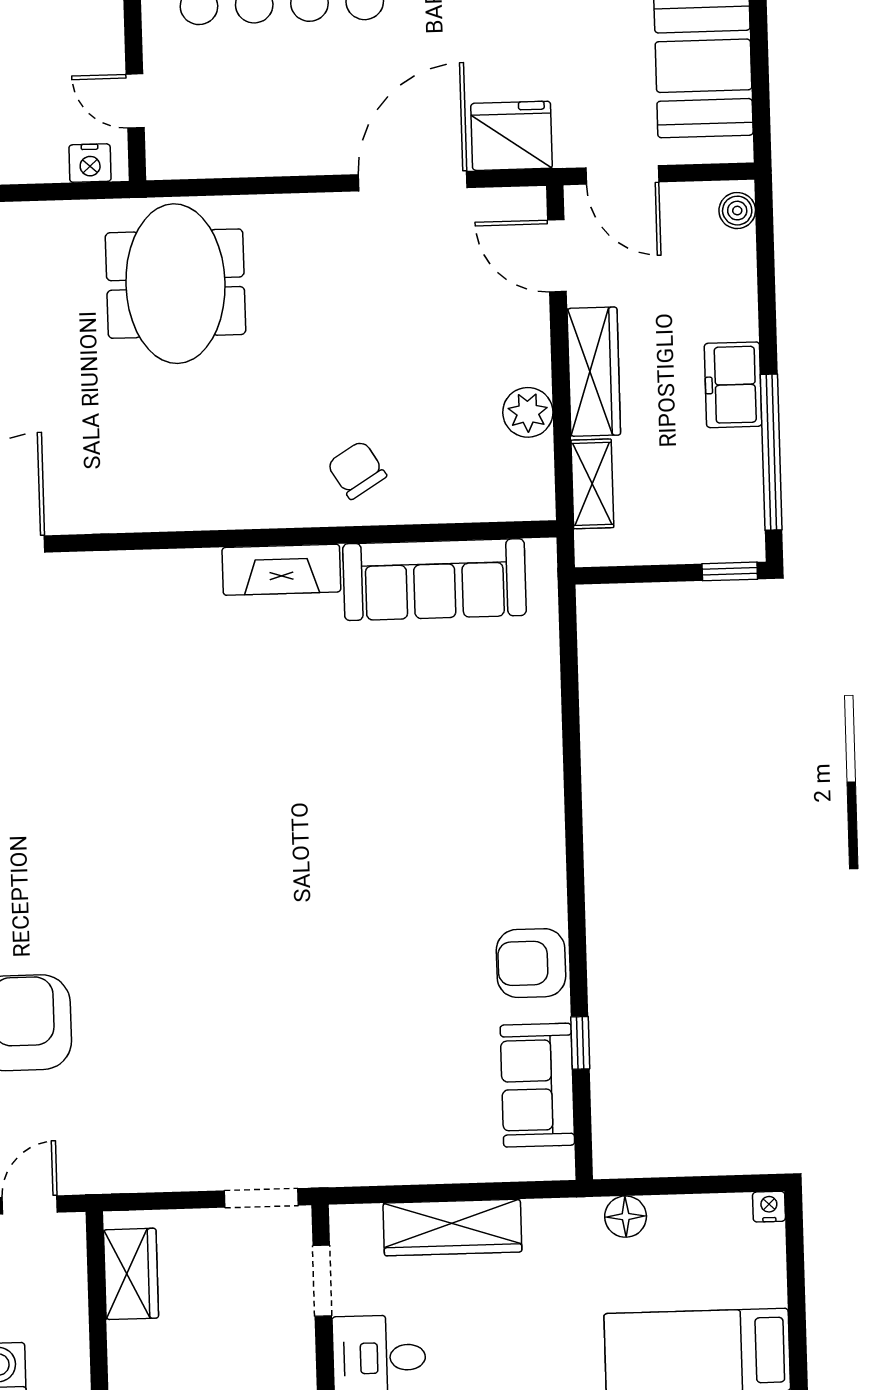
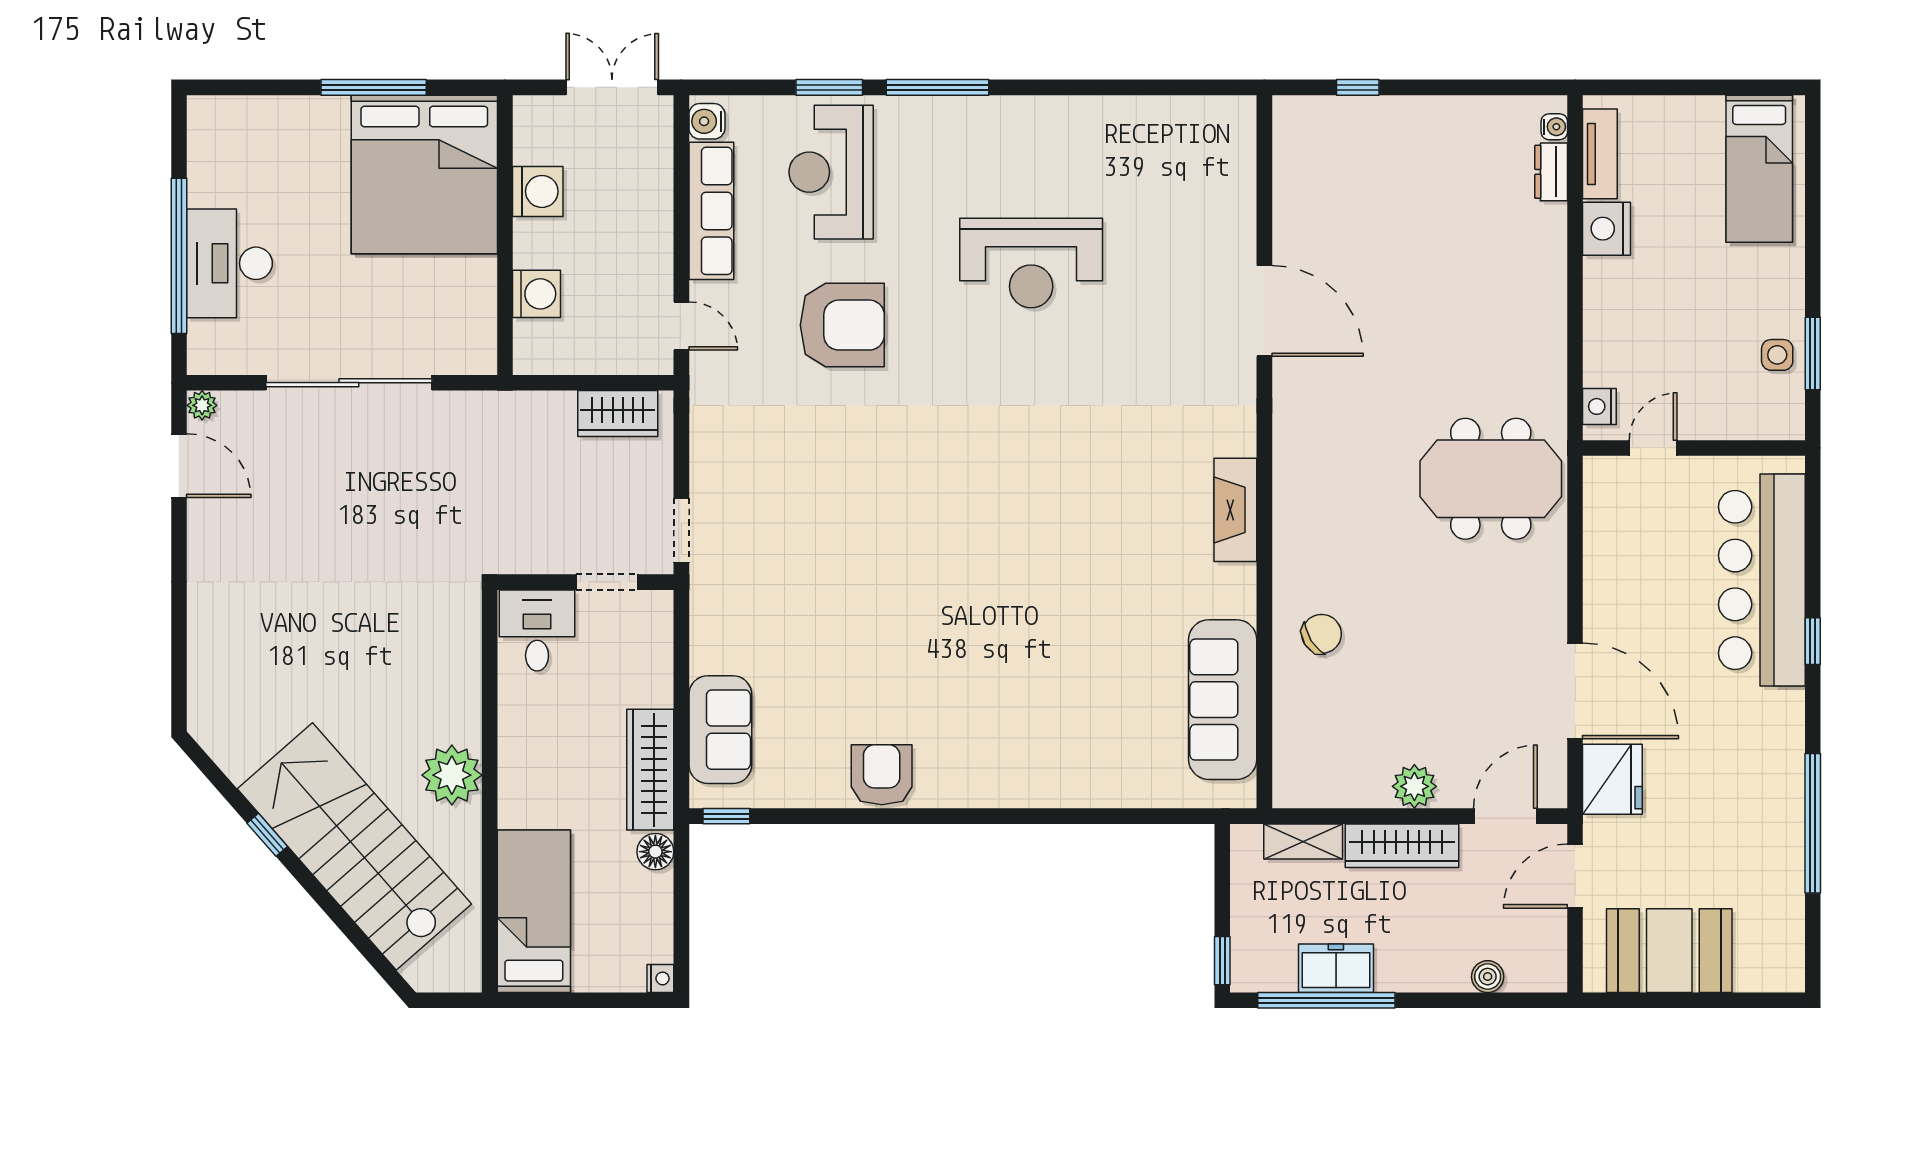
boiler: (737, 211) -> (1488, 977), moved
freezer: (733, 385) -> (1336, 968), moved
plant: (528, 412) -> (1414, 786), moved
fireplace: (281, 570) -> (1235, 510), moved
window: (580, 1043) -> (726, 816), moved
sofa: (537, 1085) -> (720, 730), moved, turned 90
wardrobe: (452, 1228) -> (650, 770), moved

